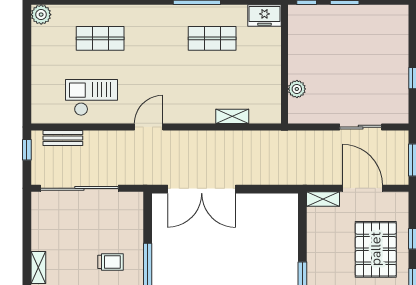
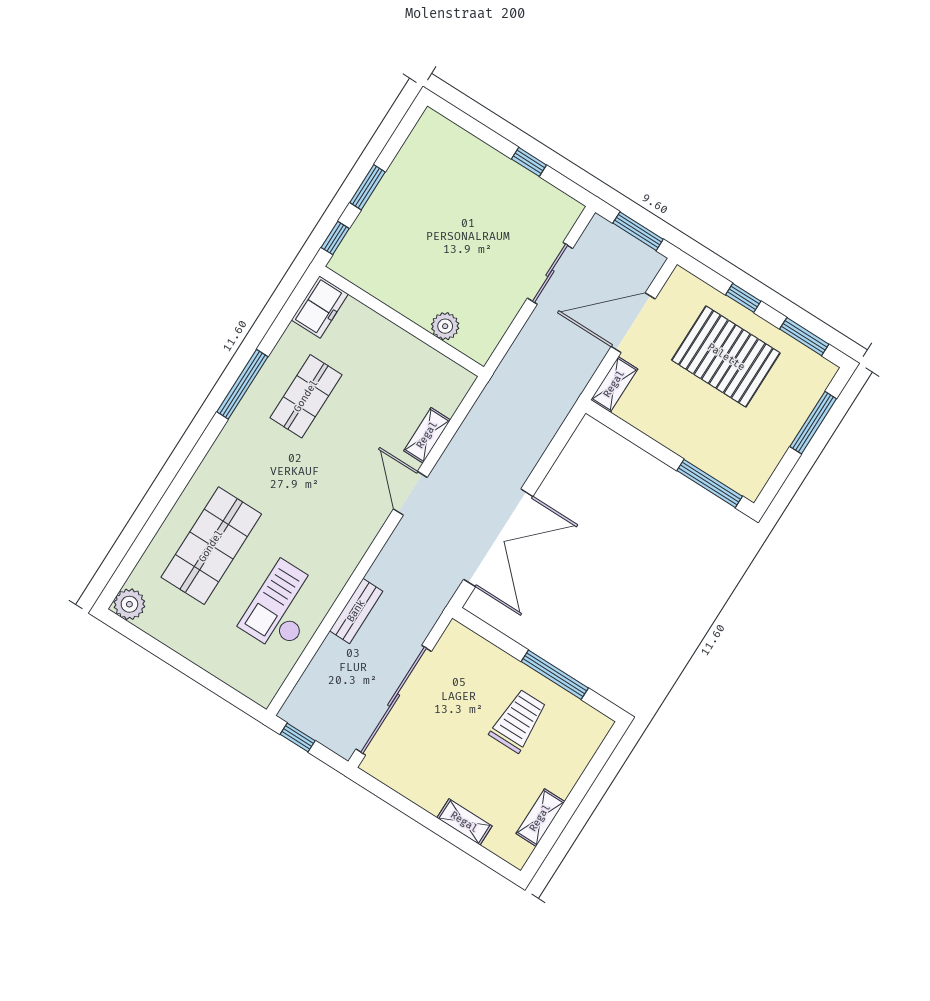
shop shelf: (100, 38) -> (211, 546), width x1.43, depth x1.36
door: (149, 127) -> (410, 493), moved
bench: (63, 138) -> (356, 611), moved
trolley: (111, 262) -> (518, 721), width x1.36, depth x1.39

